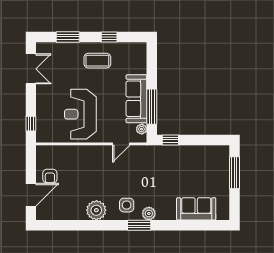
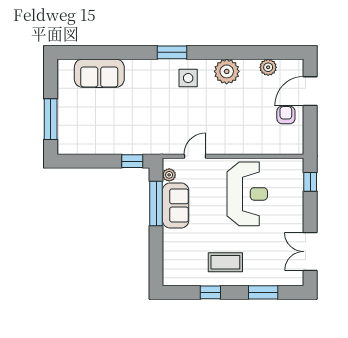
sofa: (136, 99) -> (176, 205), width x0.73
plant: (149, 213) -> (268, 67), moved

